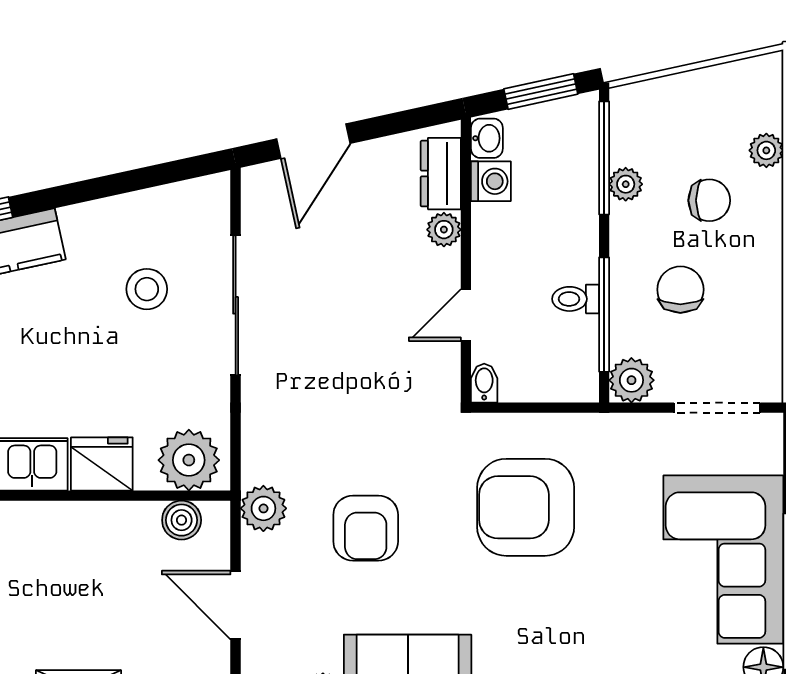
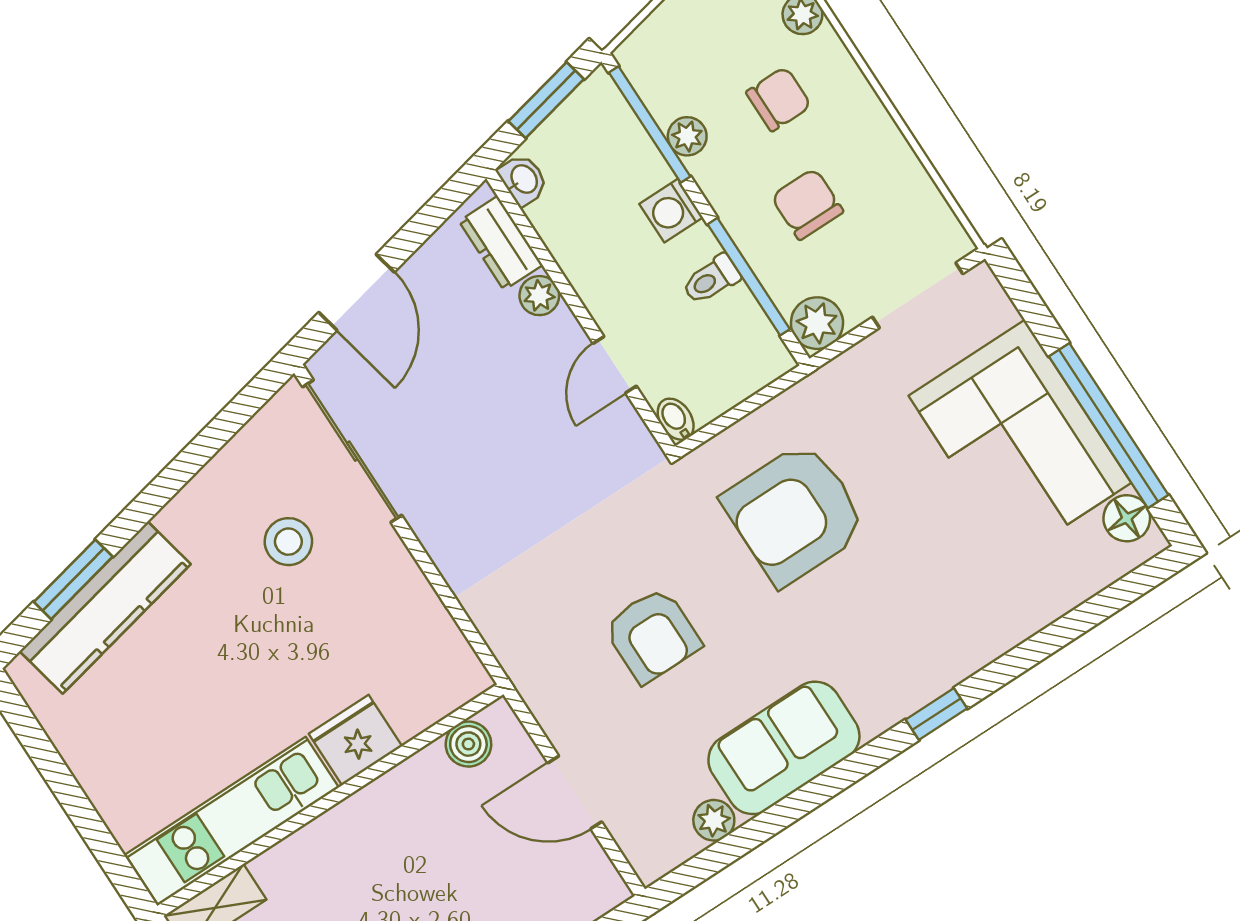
washing machine: (491, 181) -> (671, 211), moved, turned 180
sliding door: (236, 305) -> (352, 451), moved
plant: (189, 460) -> (437, 681), removed
plant: (263, 508) -> (541, 681), removed

